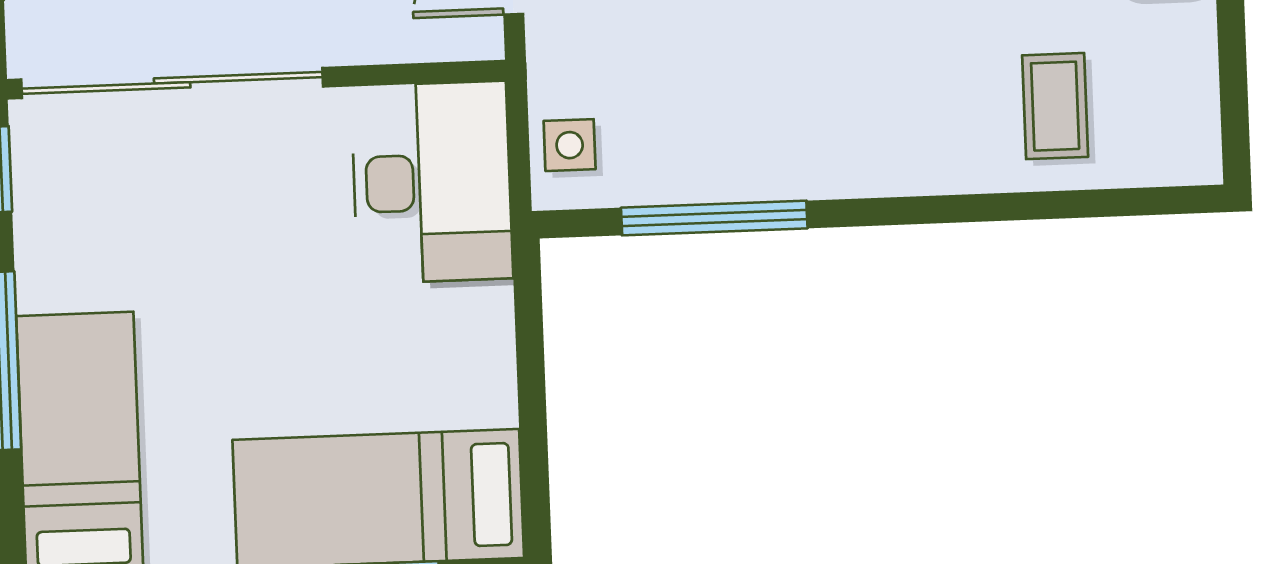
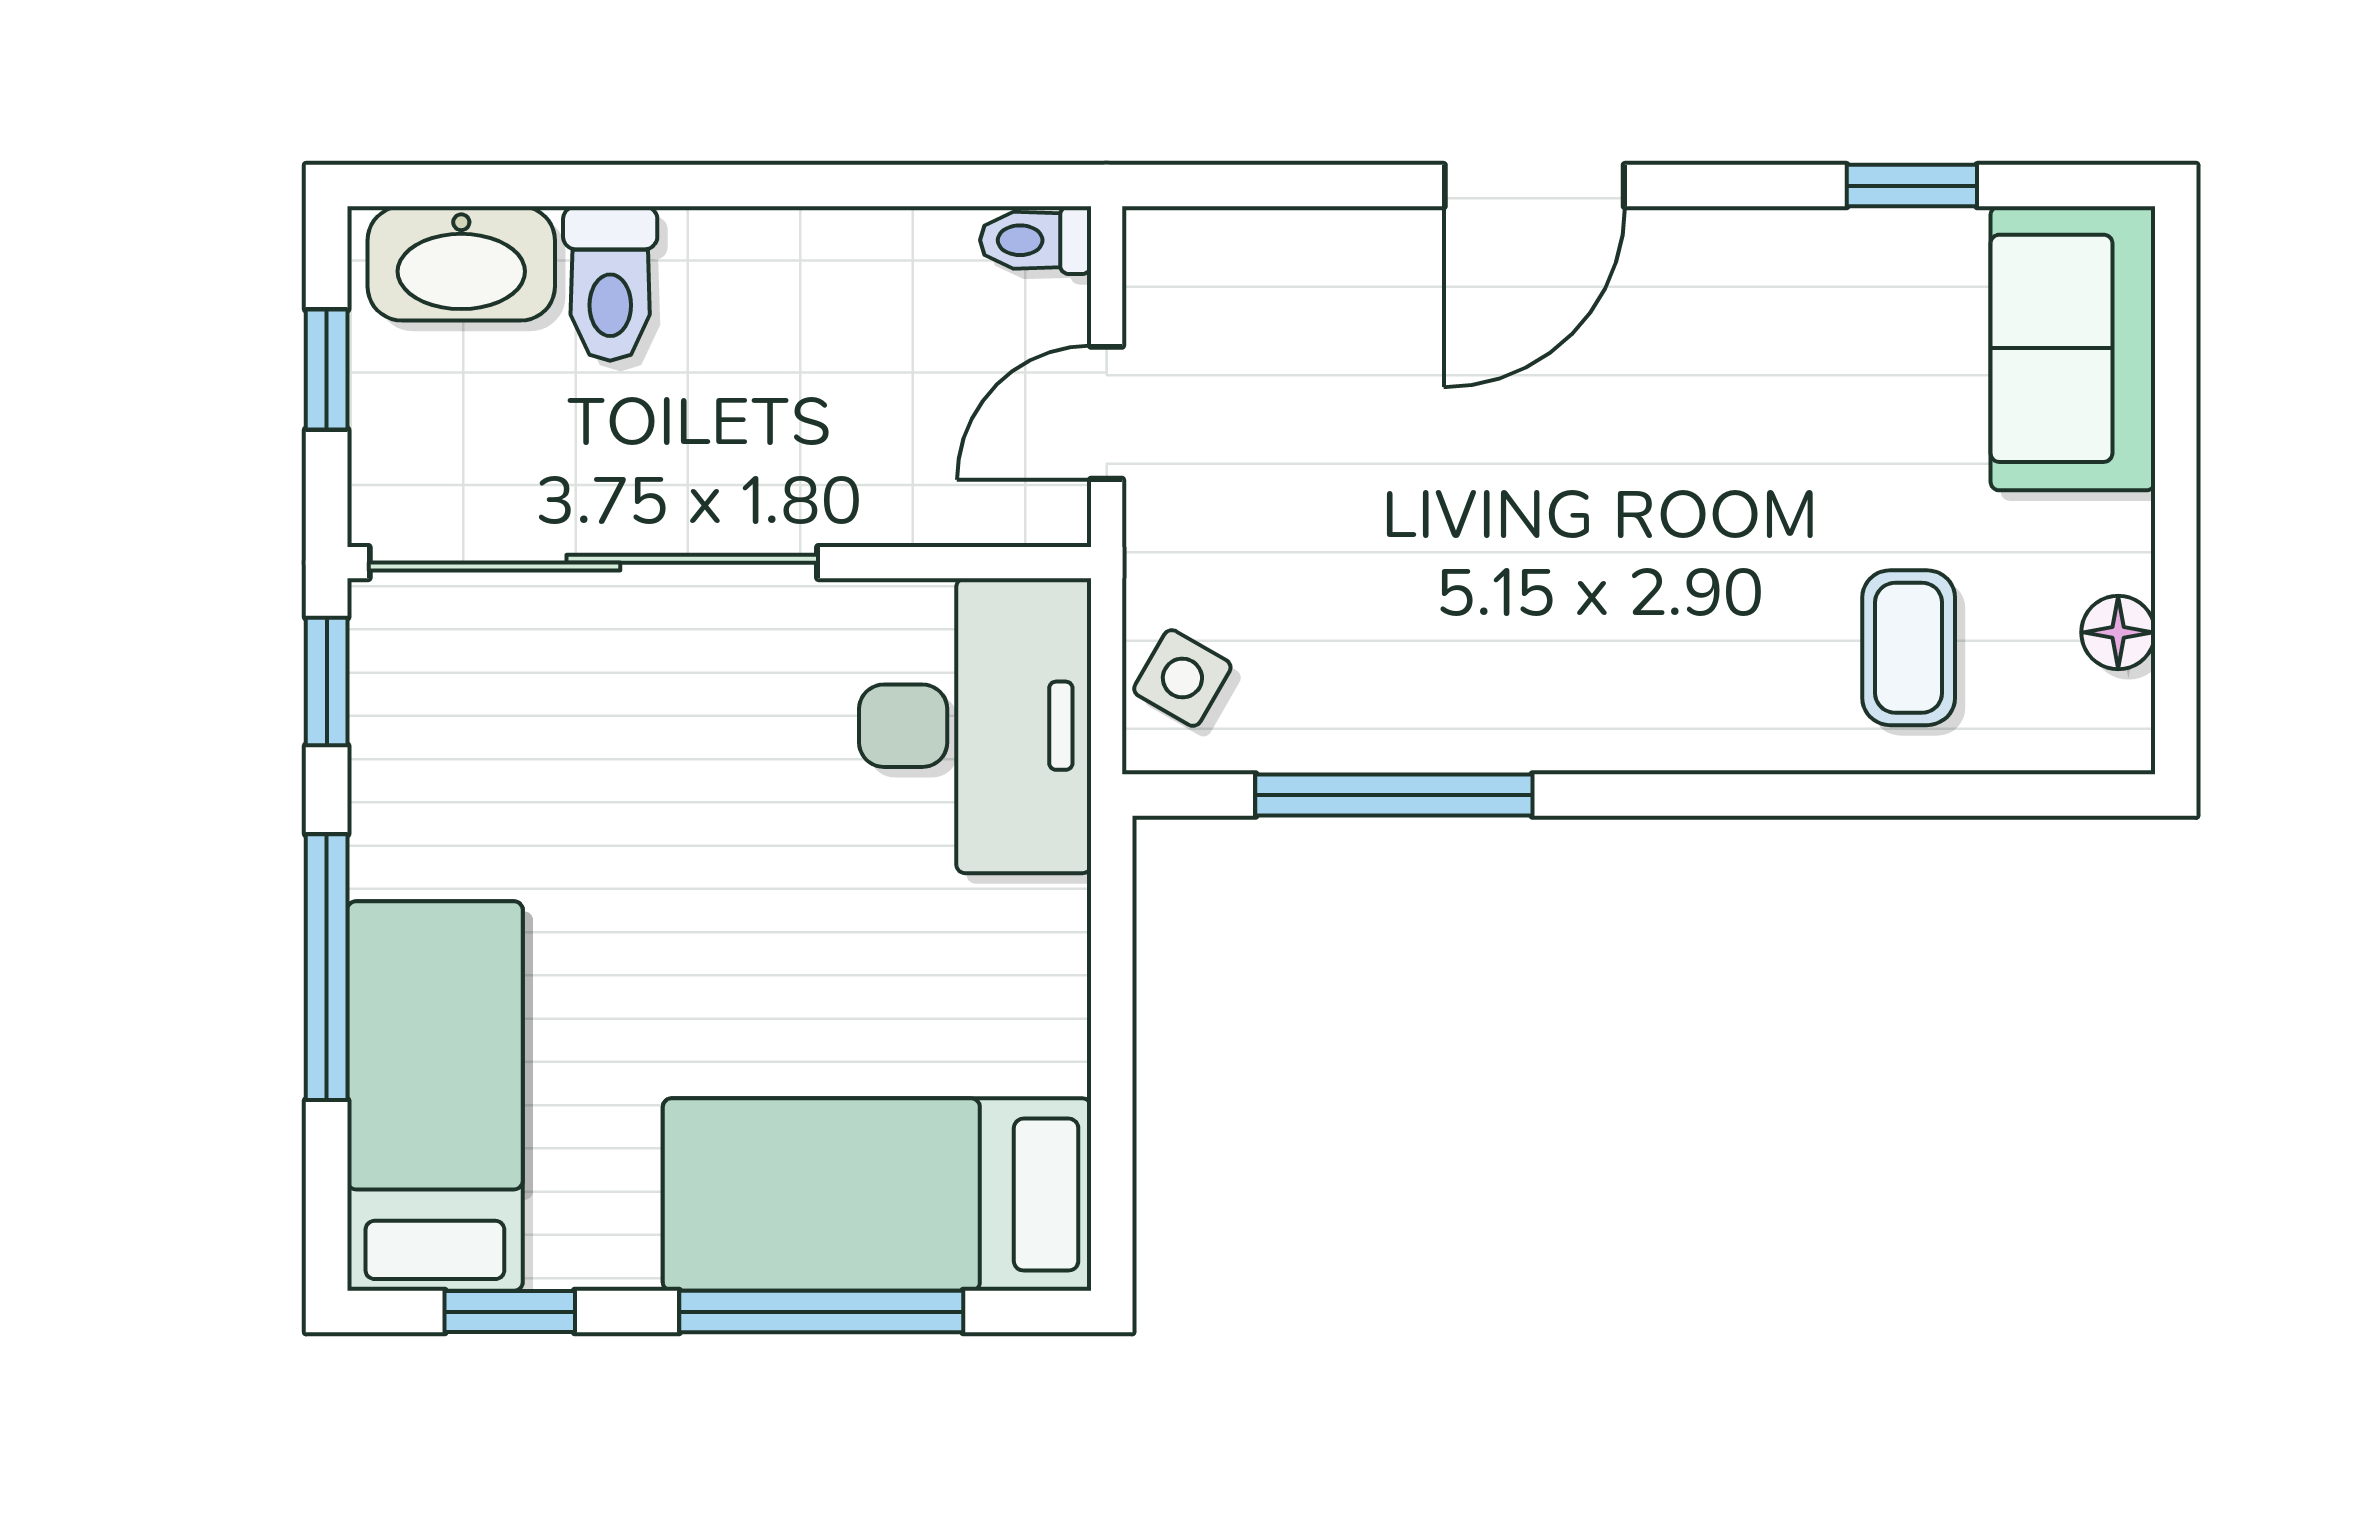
floor lamp: (1195, 91) -> (2118, 632), added
side table: (570, 145) -> (1182, 678), turned 30

